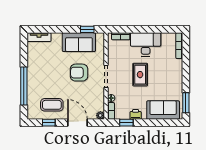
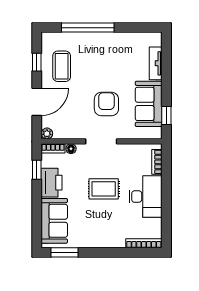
tv unit: (39, 37) -> (156, 63), moved
printer: (136, 114) -> (52, 183), width x1.87, depth x1.48

